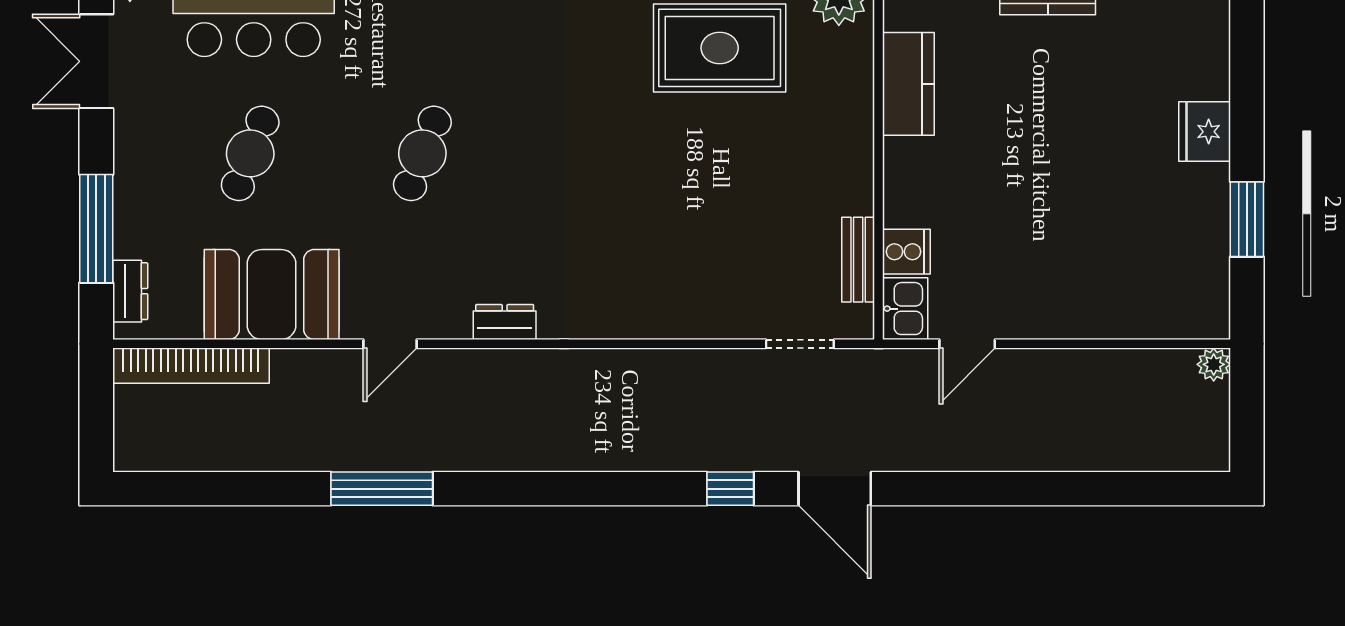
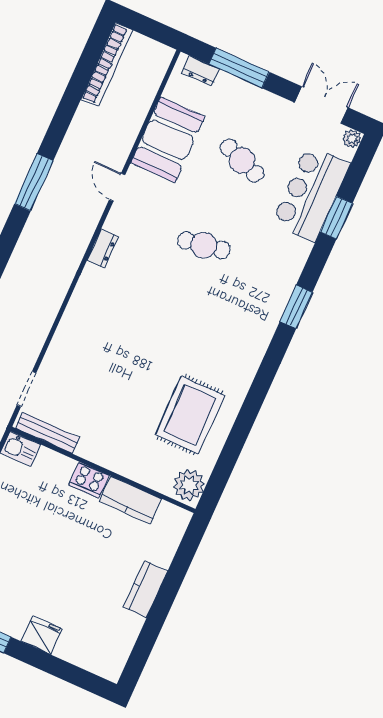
cafe table: (422, 153) -> (204, 245), turned -30
cooker: (906, 252) -> (89, 480), moved, width x1.36
bench: (858, 260) -> (47, 433), width x1.36
bookcase: (191, 366) -> (107, 65), moved, turned 180
window: (382, 489) -> (34, 182), moved

